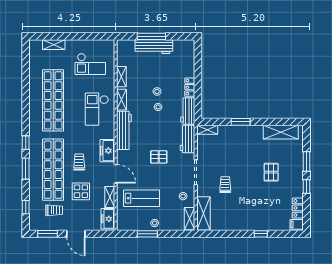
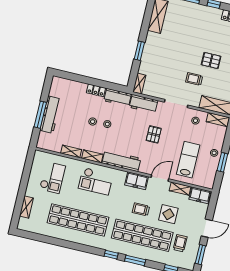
pallet: (271, 172) -> (211, 61), moved

